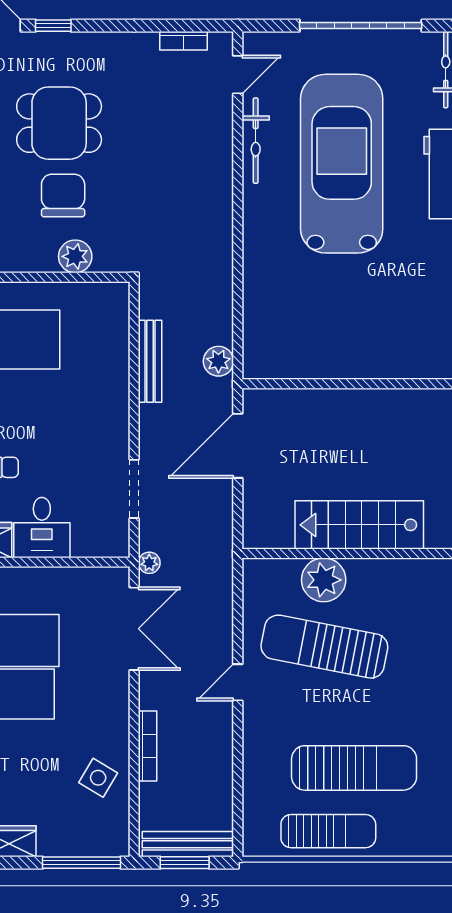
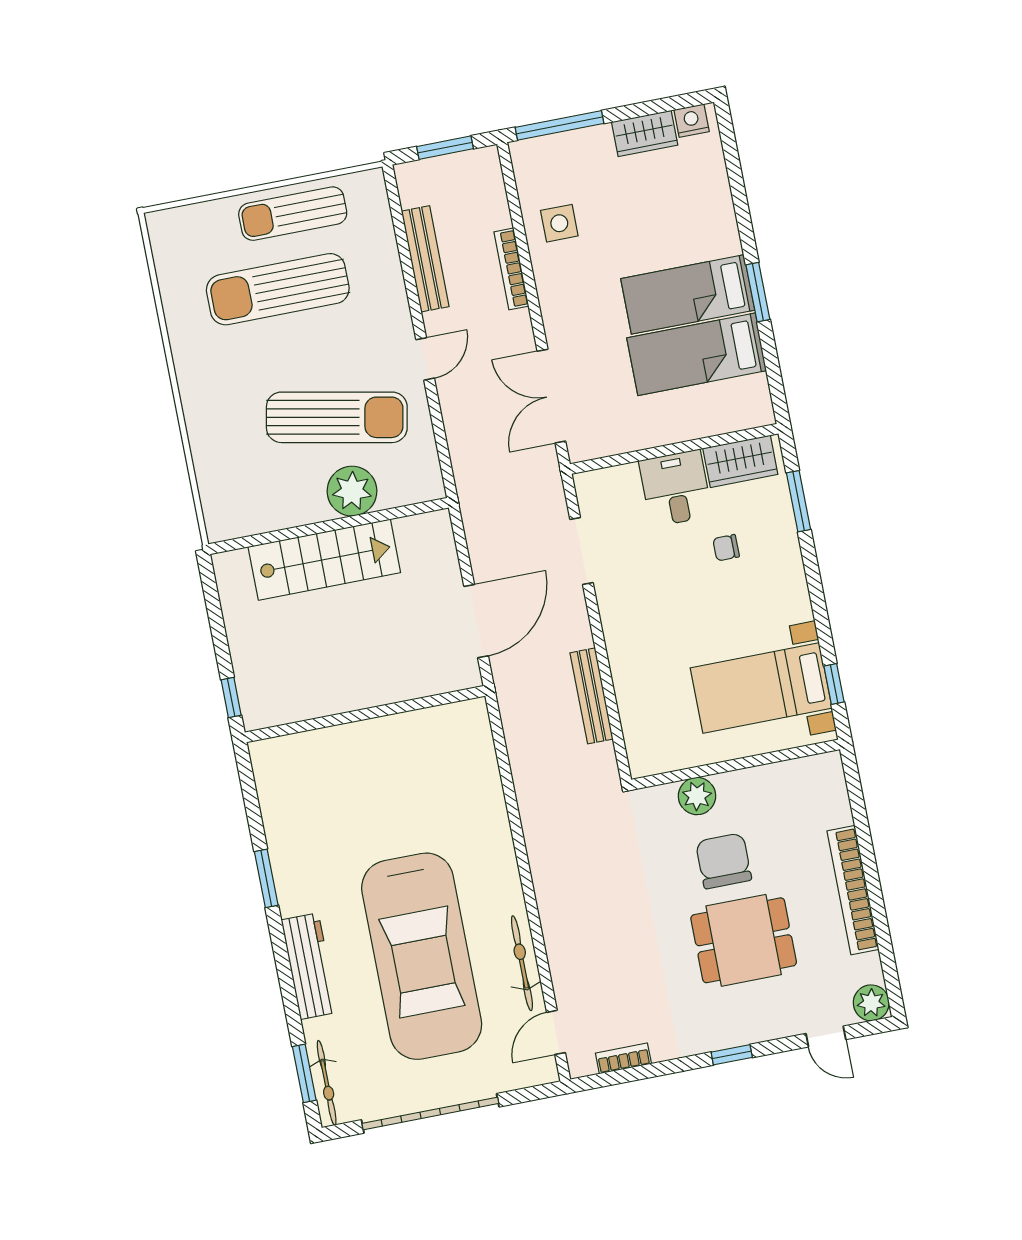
window: (53, 26) -> (732, 1055), moved
chair: (63, 195) -> (724, 861), turned 180
plant: (218, 361) -> (516, 711), removed
plant: (149, 563) -> (549, 472), removed
side table: (98, 778) -> (559, 223), turned -31
bench: (188, 844) -> (425, 259), moved, turned 90

